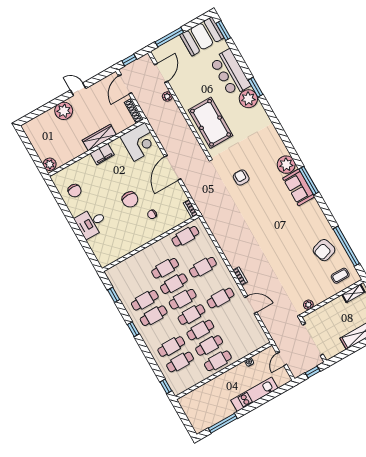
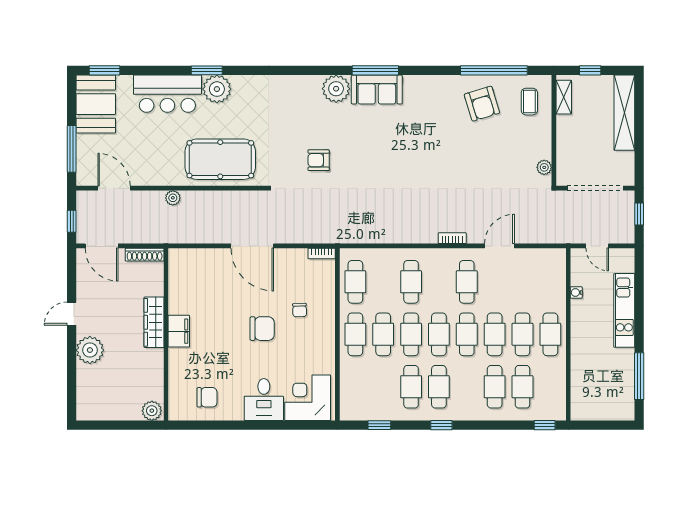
plant: (167, 96) -> (173, 198), moved
corner desk: (139, 142) -> (308, 398), moved, turned -90
cafe table: (156, 253) -> (355, 334), added

